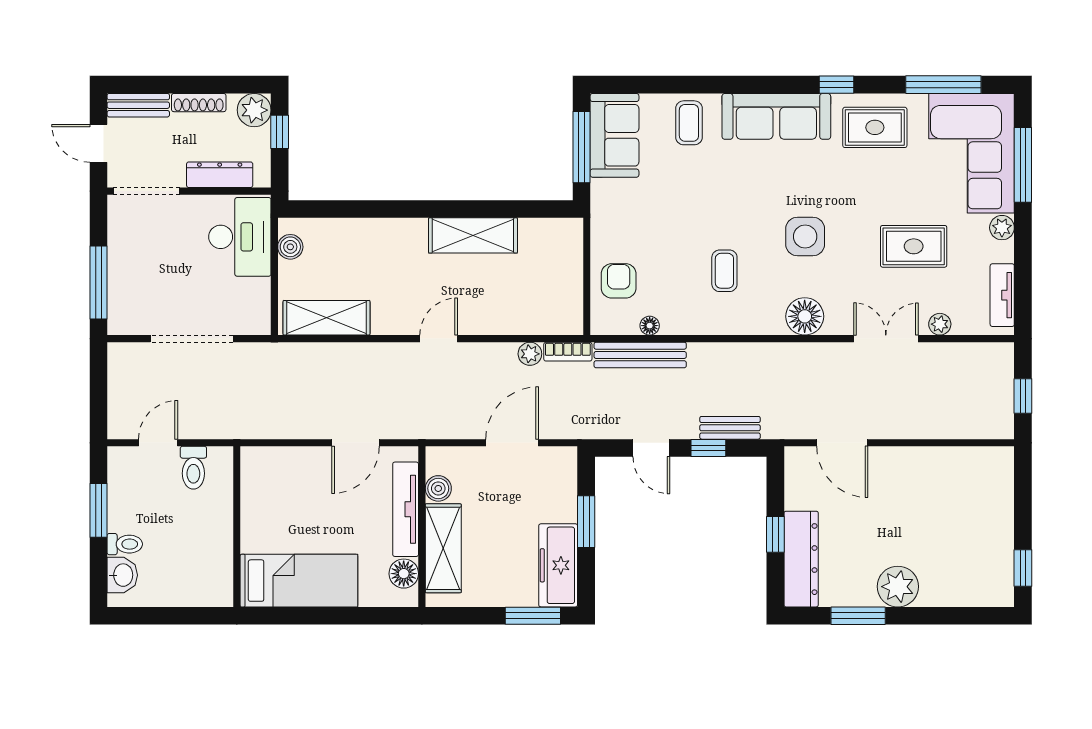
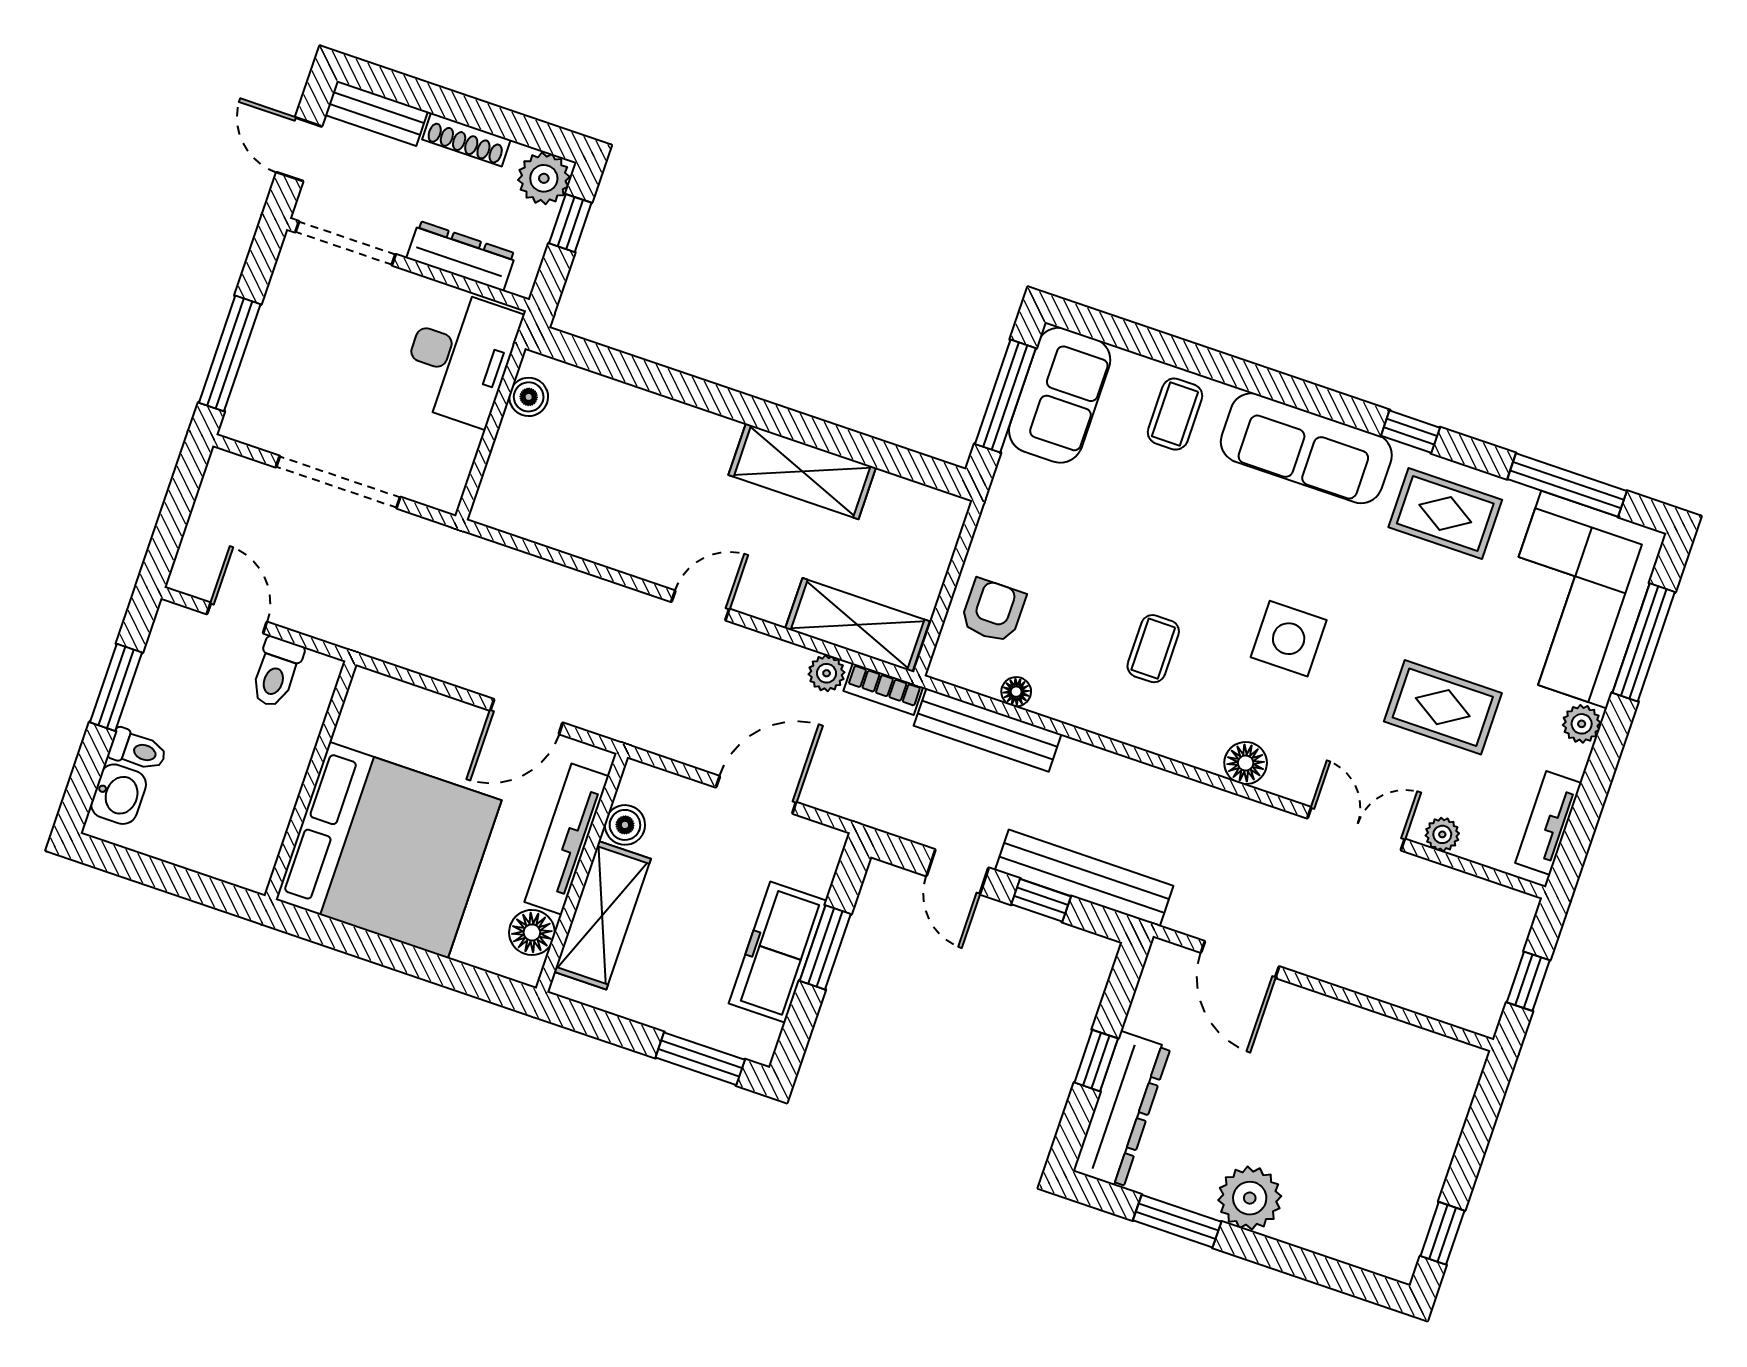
floor lamp: (805, 316) -> (1246, 763), width x0.73, depth x0.73
shelving: (326, 318) -> (857, 625), moved
bench: (730, 428) -> (1084, 878), width x1.86, depth x1.21
door: (158, 443) -> (237, 618), hinge flipped
freezer: (558, 565) -> (778, 952), moved
bed: (299, 581) -> (389, 850), width x2.04

